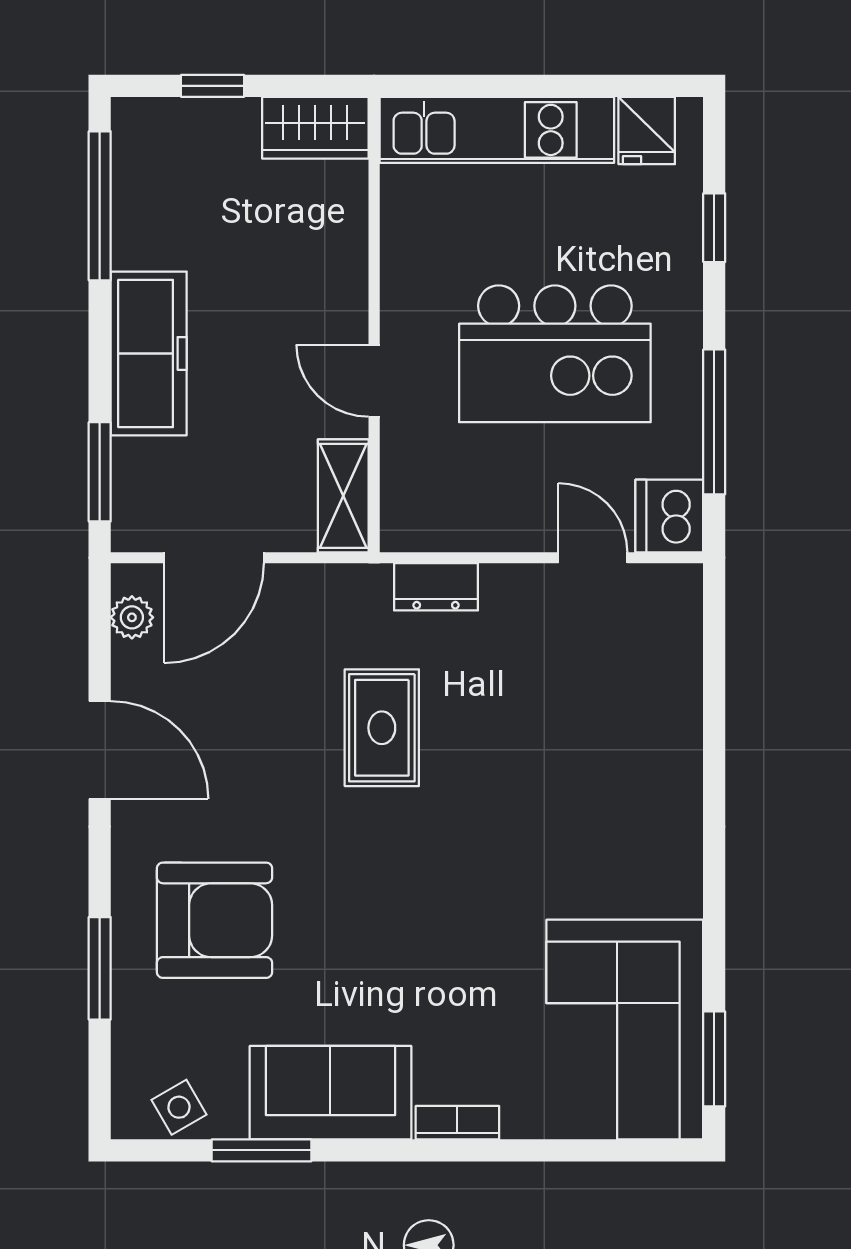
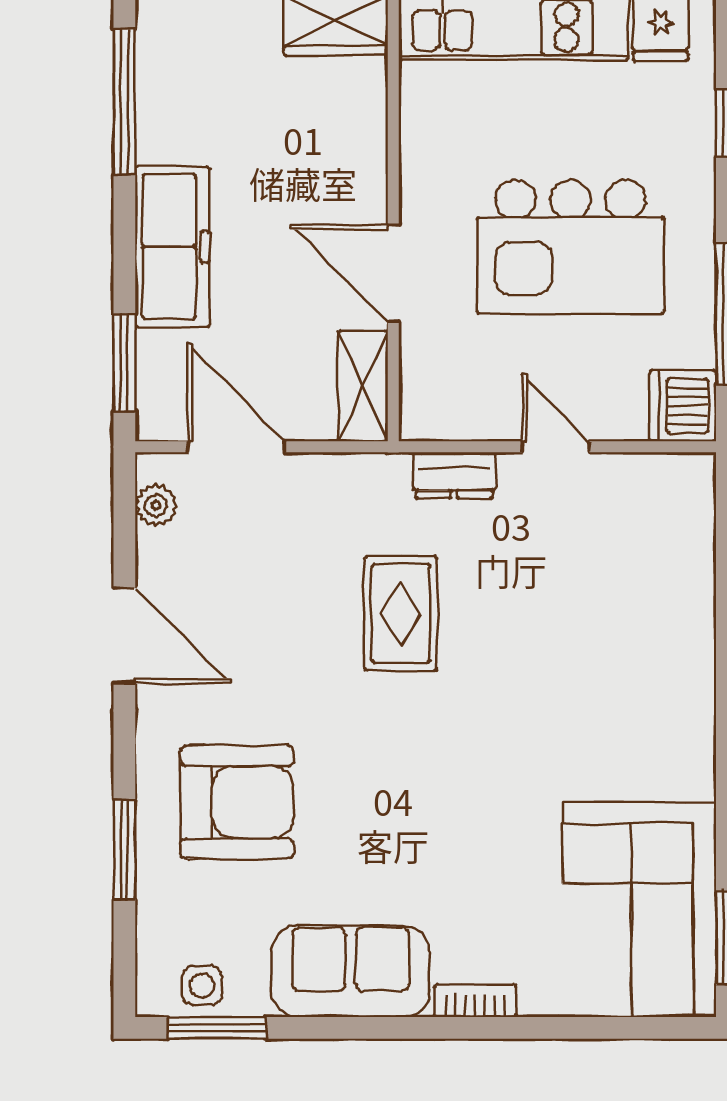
door: (374, 381) -> (393, 273), width x1.38
door: (214, 558) -> (236, 447), swing flipped
door: (593, 558) -> (556, 447), moved
side table: (179, 1107) -> (202, 986), turned 30
window: (261, 1150) -> (217, 1028), moved

